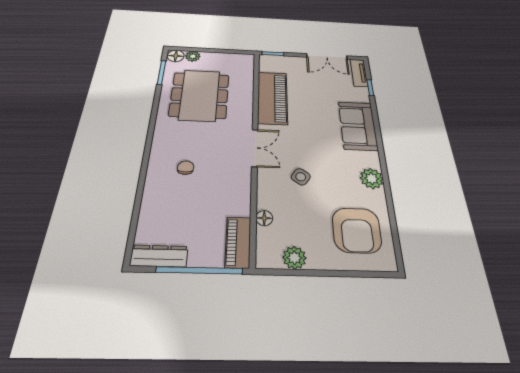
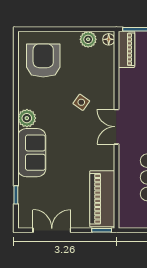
tv unit: (359, 73) -> (24, 212), removed
piano: (272, 98) -> (102, 199), moved
plant: (372, 179) -> (27, 118), moved
floor lamp: (264, 218) -> (109, 39), moved

